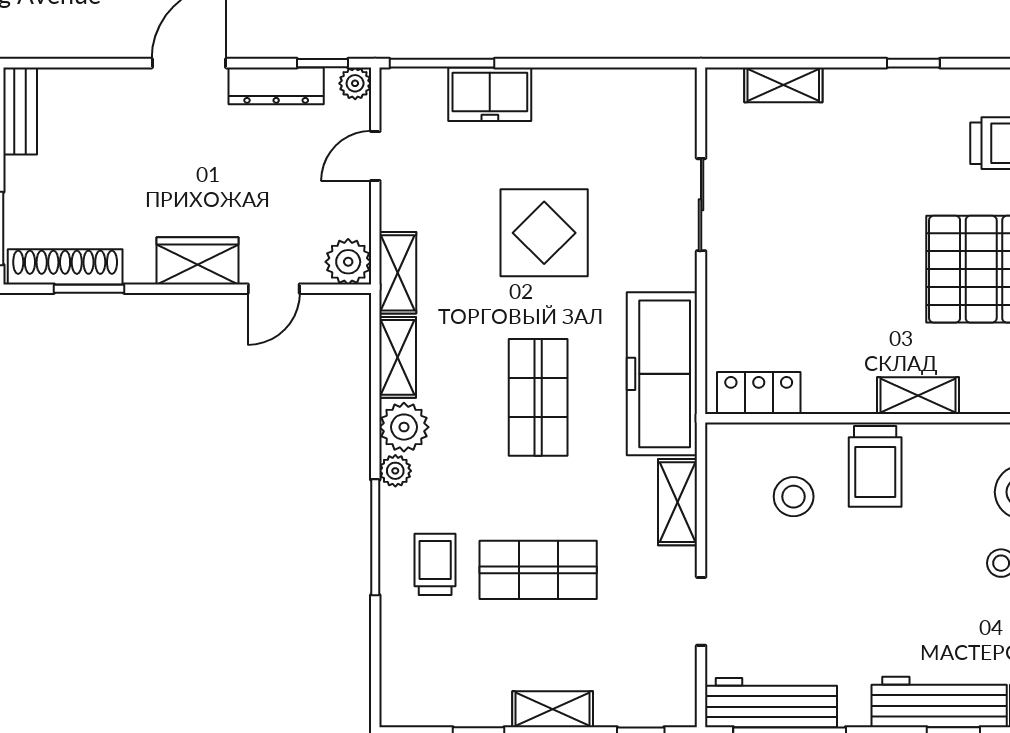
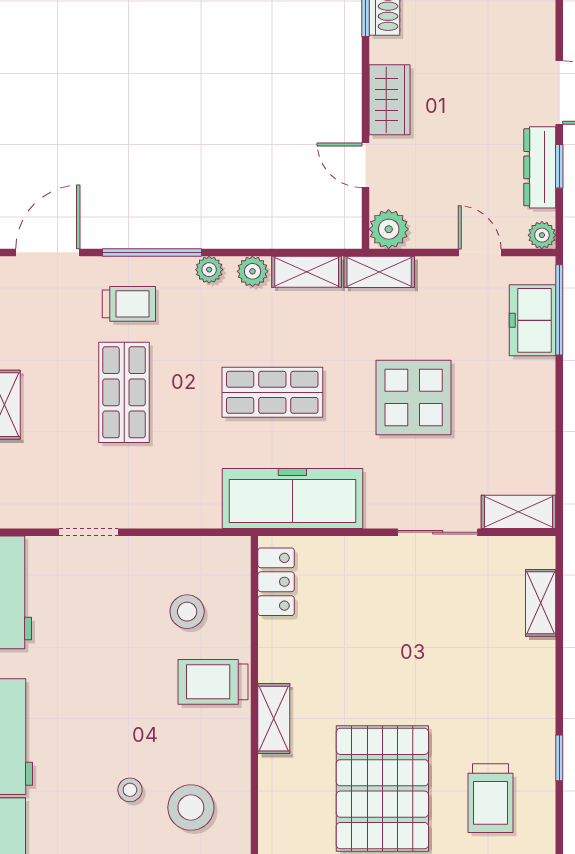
window: (323, 63) -> (559, 166), moved
window: (913, 63) -> (559, 758), moved
freezer: (490, 94) -> (533, 320), moved
plant: (404, 427) -> (252, 271), width x0.73, depth x0.73
shelving: (677, 502) -> (519, 512), moved
door: (375, 659) -> (48, 252), added

